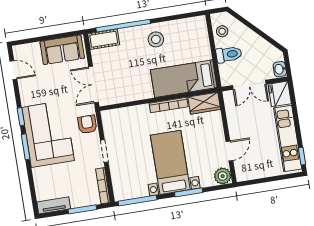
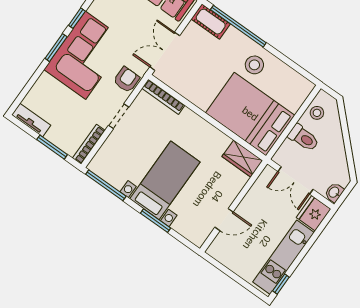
bed: (184, 79) -> (250, 114), width x1.50
bookcase: (169, 105) -> (163, 97), moved
plant: (223, 176) -> (198, 235), removed

